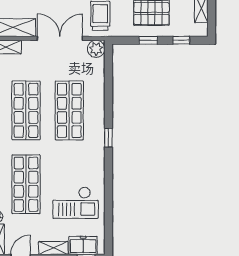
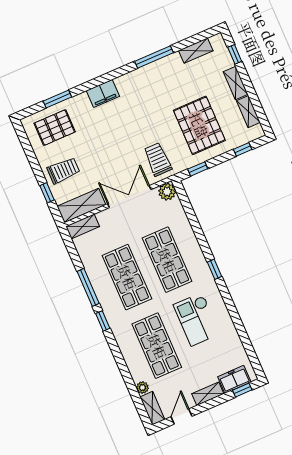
window: (148, 40) -> (198, 169), moved
checkout: (76, 203) -> (197, 319), moved, turned 90

